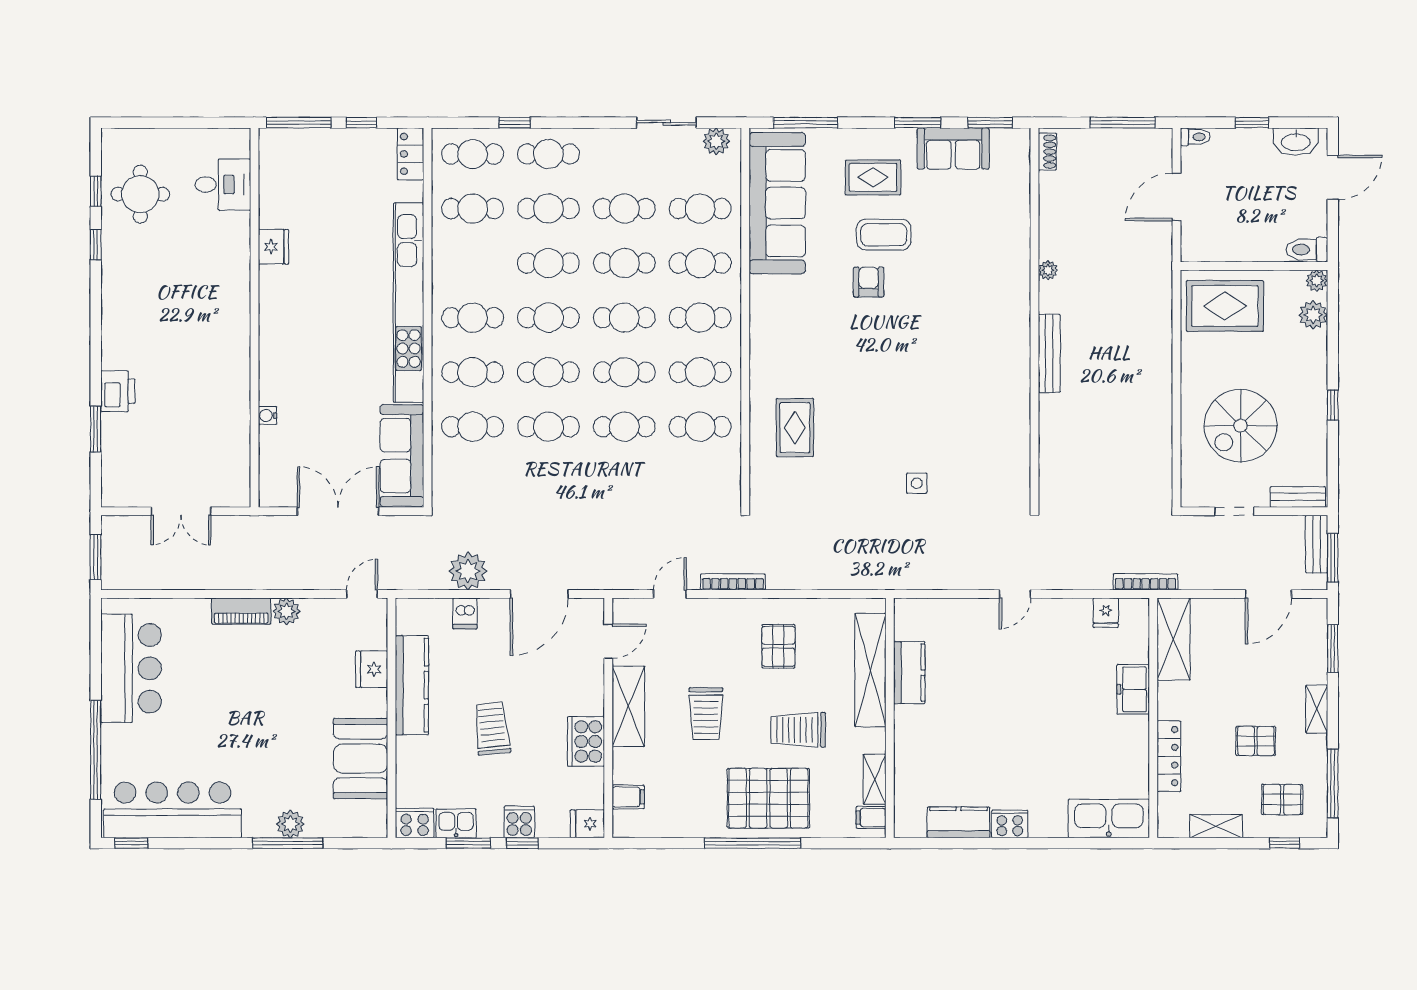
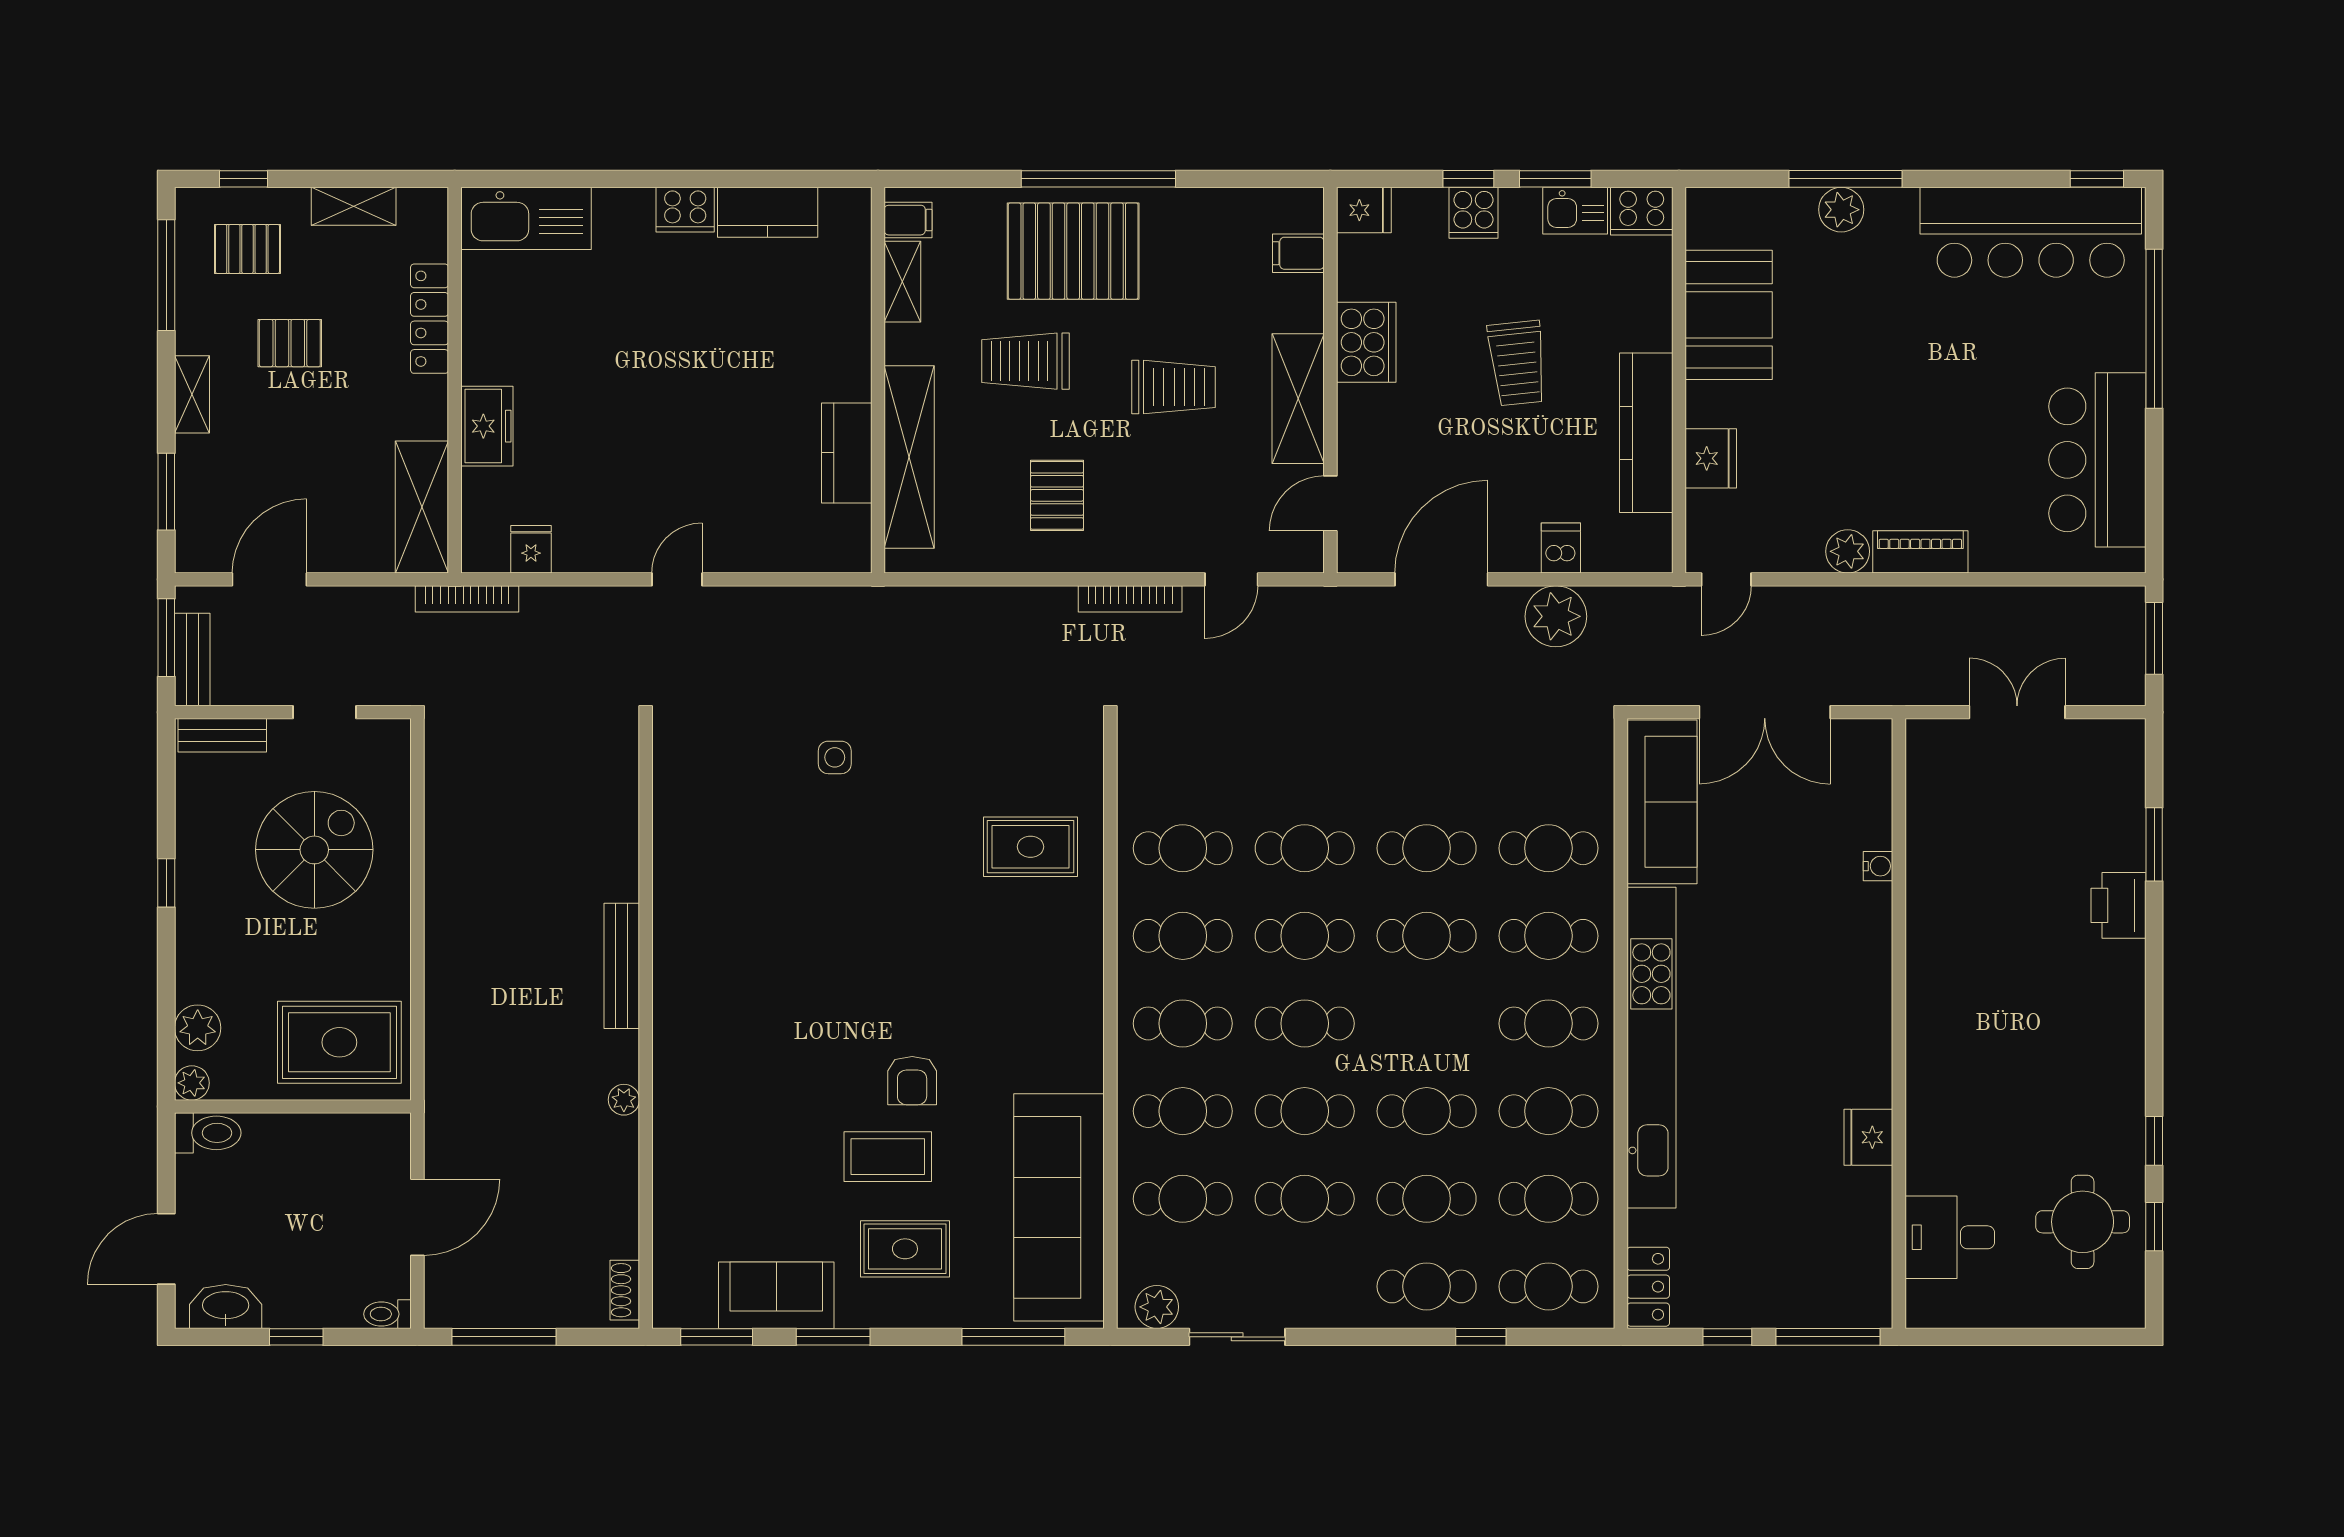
cafe table: (548, 318) -> (1548, 1111), moved
rug: (795, 428) -> (1031, 847), turned 90
trolley: (706, 714) -> (1173, 387), turned 90
trolley: (798, 730) -> (1025, 361), turned 180

